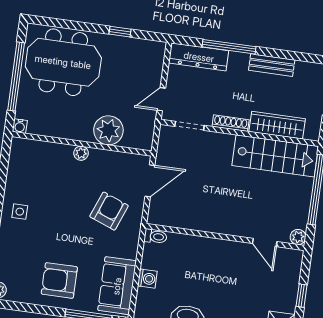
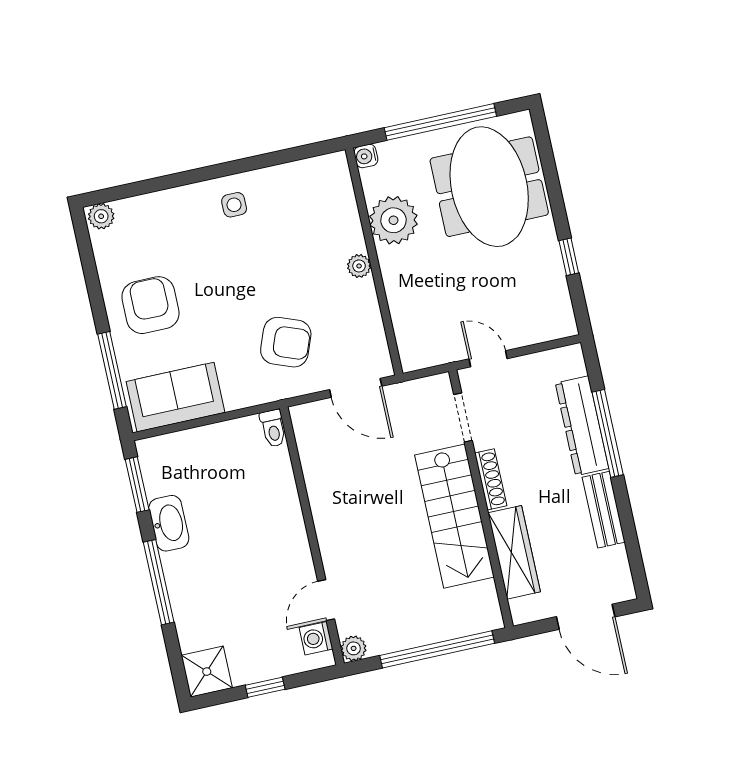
dresser: (199, 57) -> (582, 426), moved
plant: (108, 130) -> (393, 220), moved
stairs: (275, 156) -> (454, 516), moved
washing machine: (147, 279) -> (316, 638), moved, turned 90

